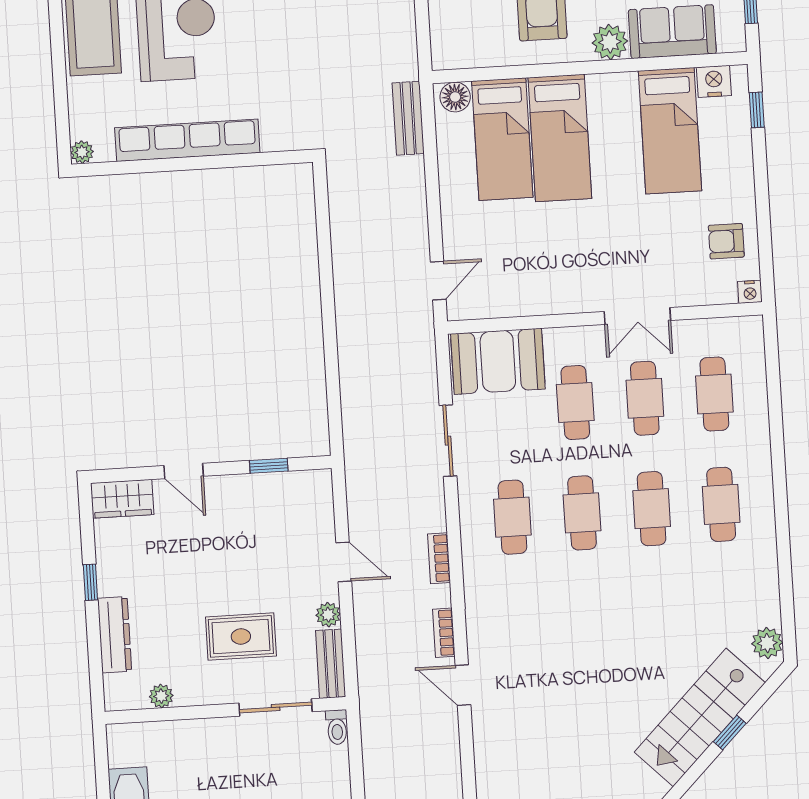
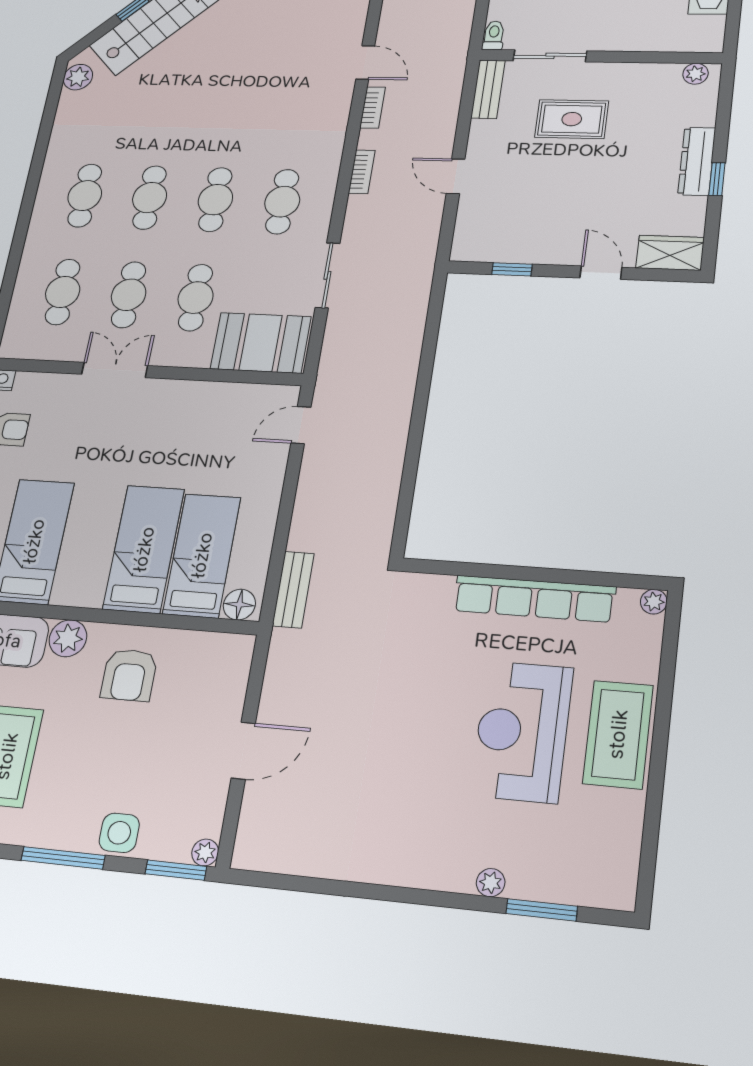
plant: (328, 615) -> (481, 131), removed
dresser: (115, 635) -> (697, 161), moved
plant: (161, 696) -> (695, 74), moved

